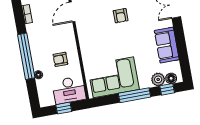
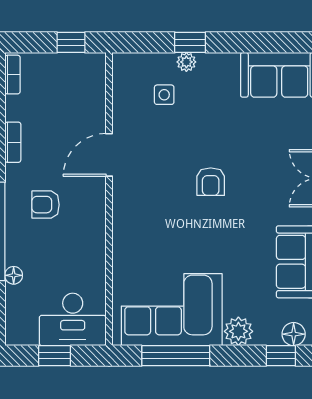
armchair: (60, 59) -> (46, 205), moved
plant: (158, 79) -> (238, 331), moved
window: (134, 95) -> (176, 356), moved

